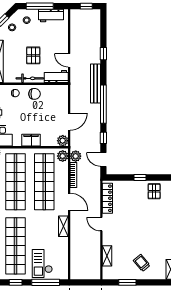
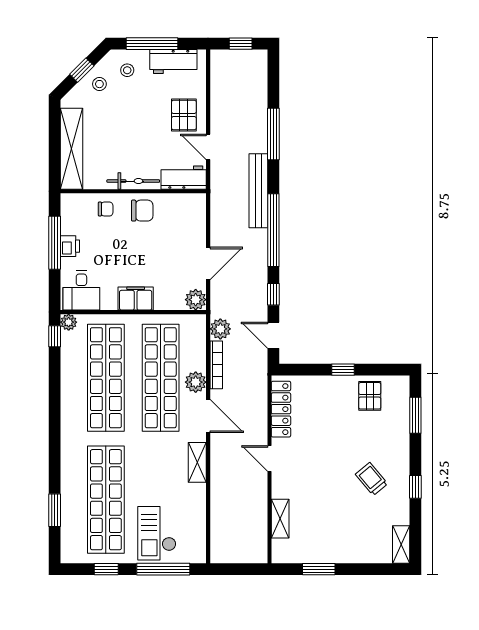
window: (103, 54) -> (273, 134), width x2.17
pallet: (33, 55) -> (184, 115), moved
plant: (63, 156) -> (196, 382), moved
trolley: (142, 263) -> (372, 479), moved

